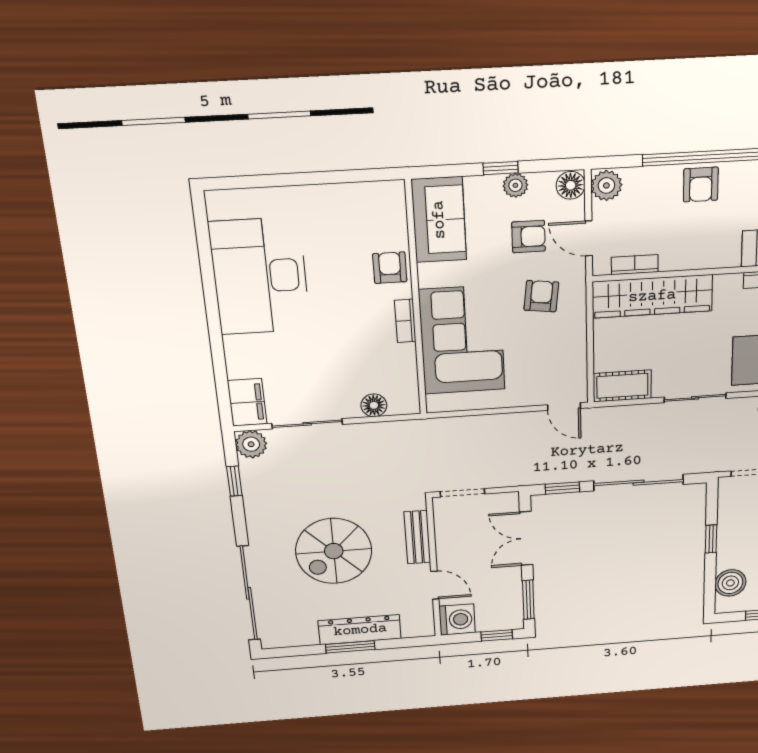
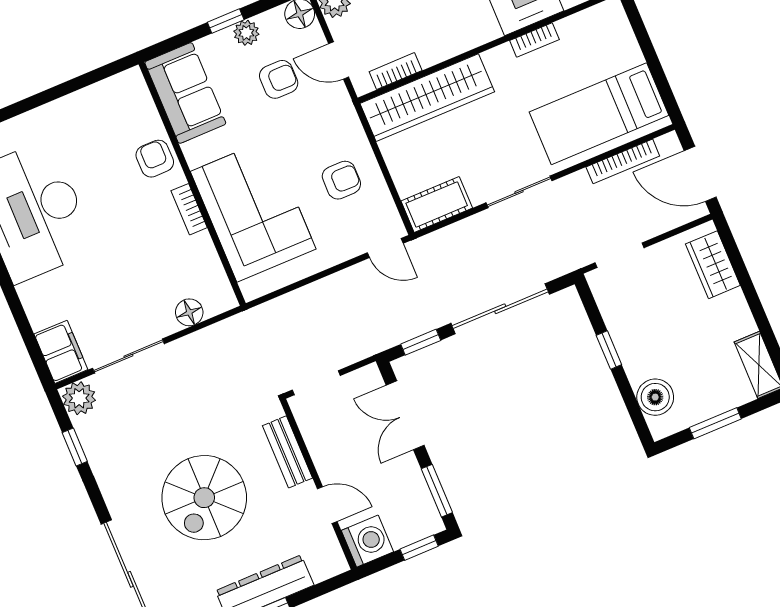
armchair: (541, 296) -> (341, 180), moved, turned 83

